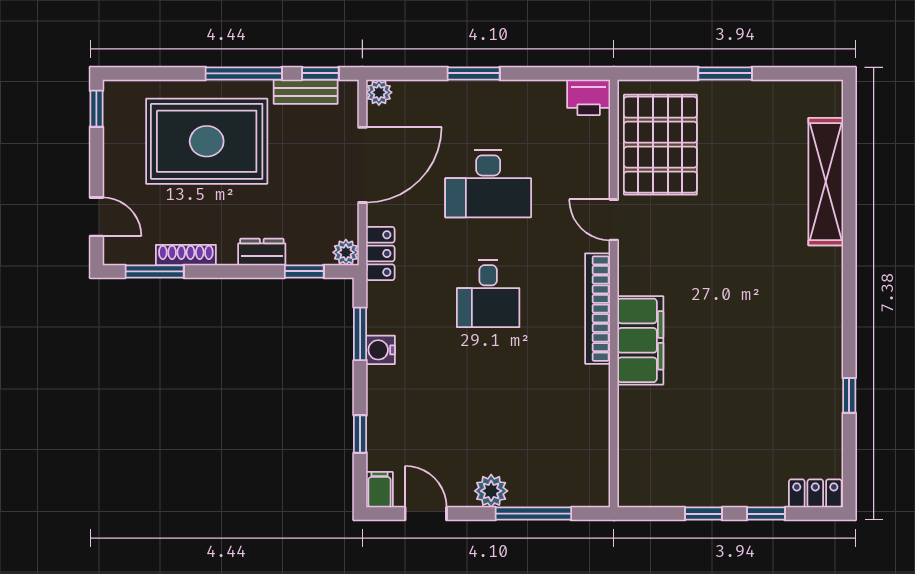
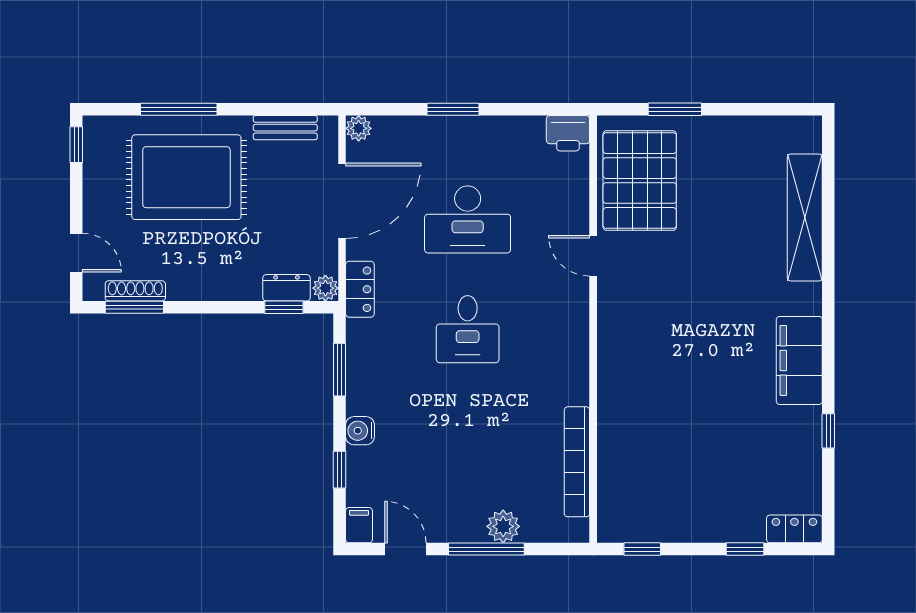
window: (244, 73) -> (179, 109), moved
window: (320, 73) -> (300, 109), removed
window: (725, 73) -> (675, 109), moved
dresser: (262, 252) -> (287, 288), moved
shoe rack: (186, 255) -> (135, 291), moved
bookcase: (598, 309) -> (577, 462), moved
filing cabinet: (640, 340) -> (799, 360), moved, turned 180
water cooler: (380, 350) -> (360, 431), moved
plant: (491, 491) -> (503, 526), moved
window: (533, 514) -> (486, 549), moved
window: (703, 514) -> (642, 549), moved

